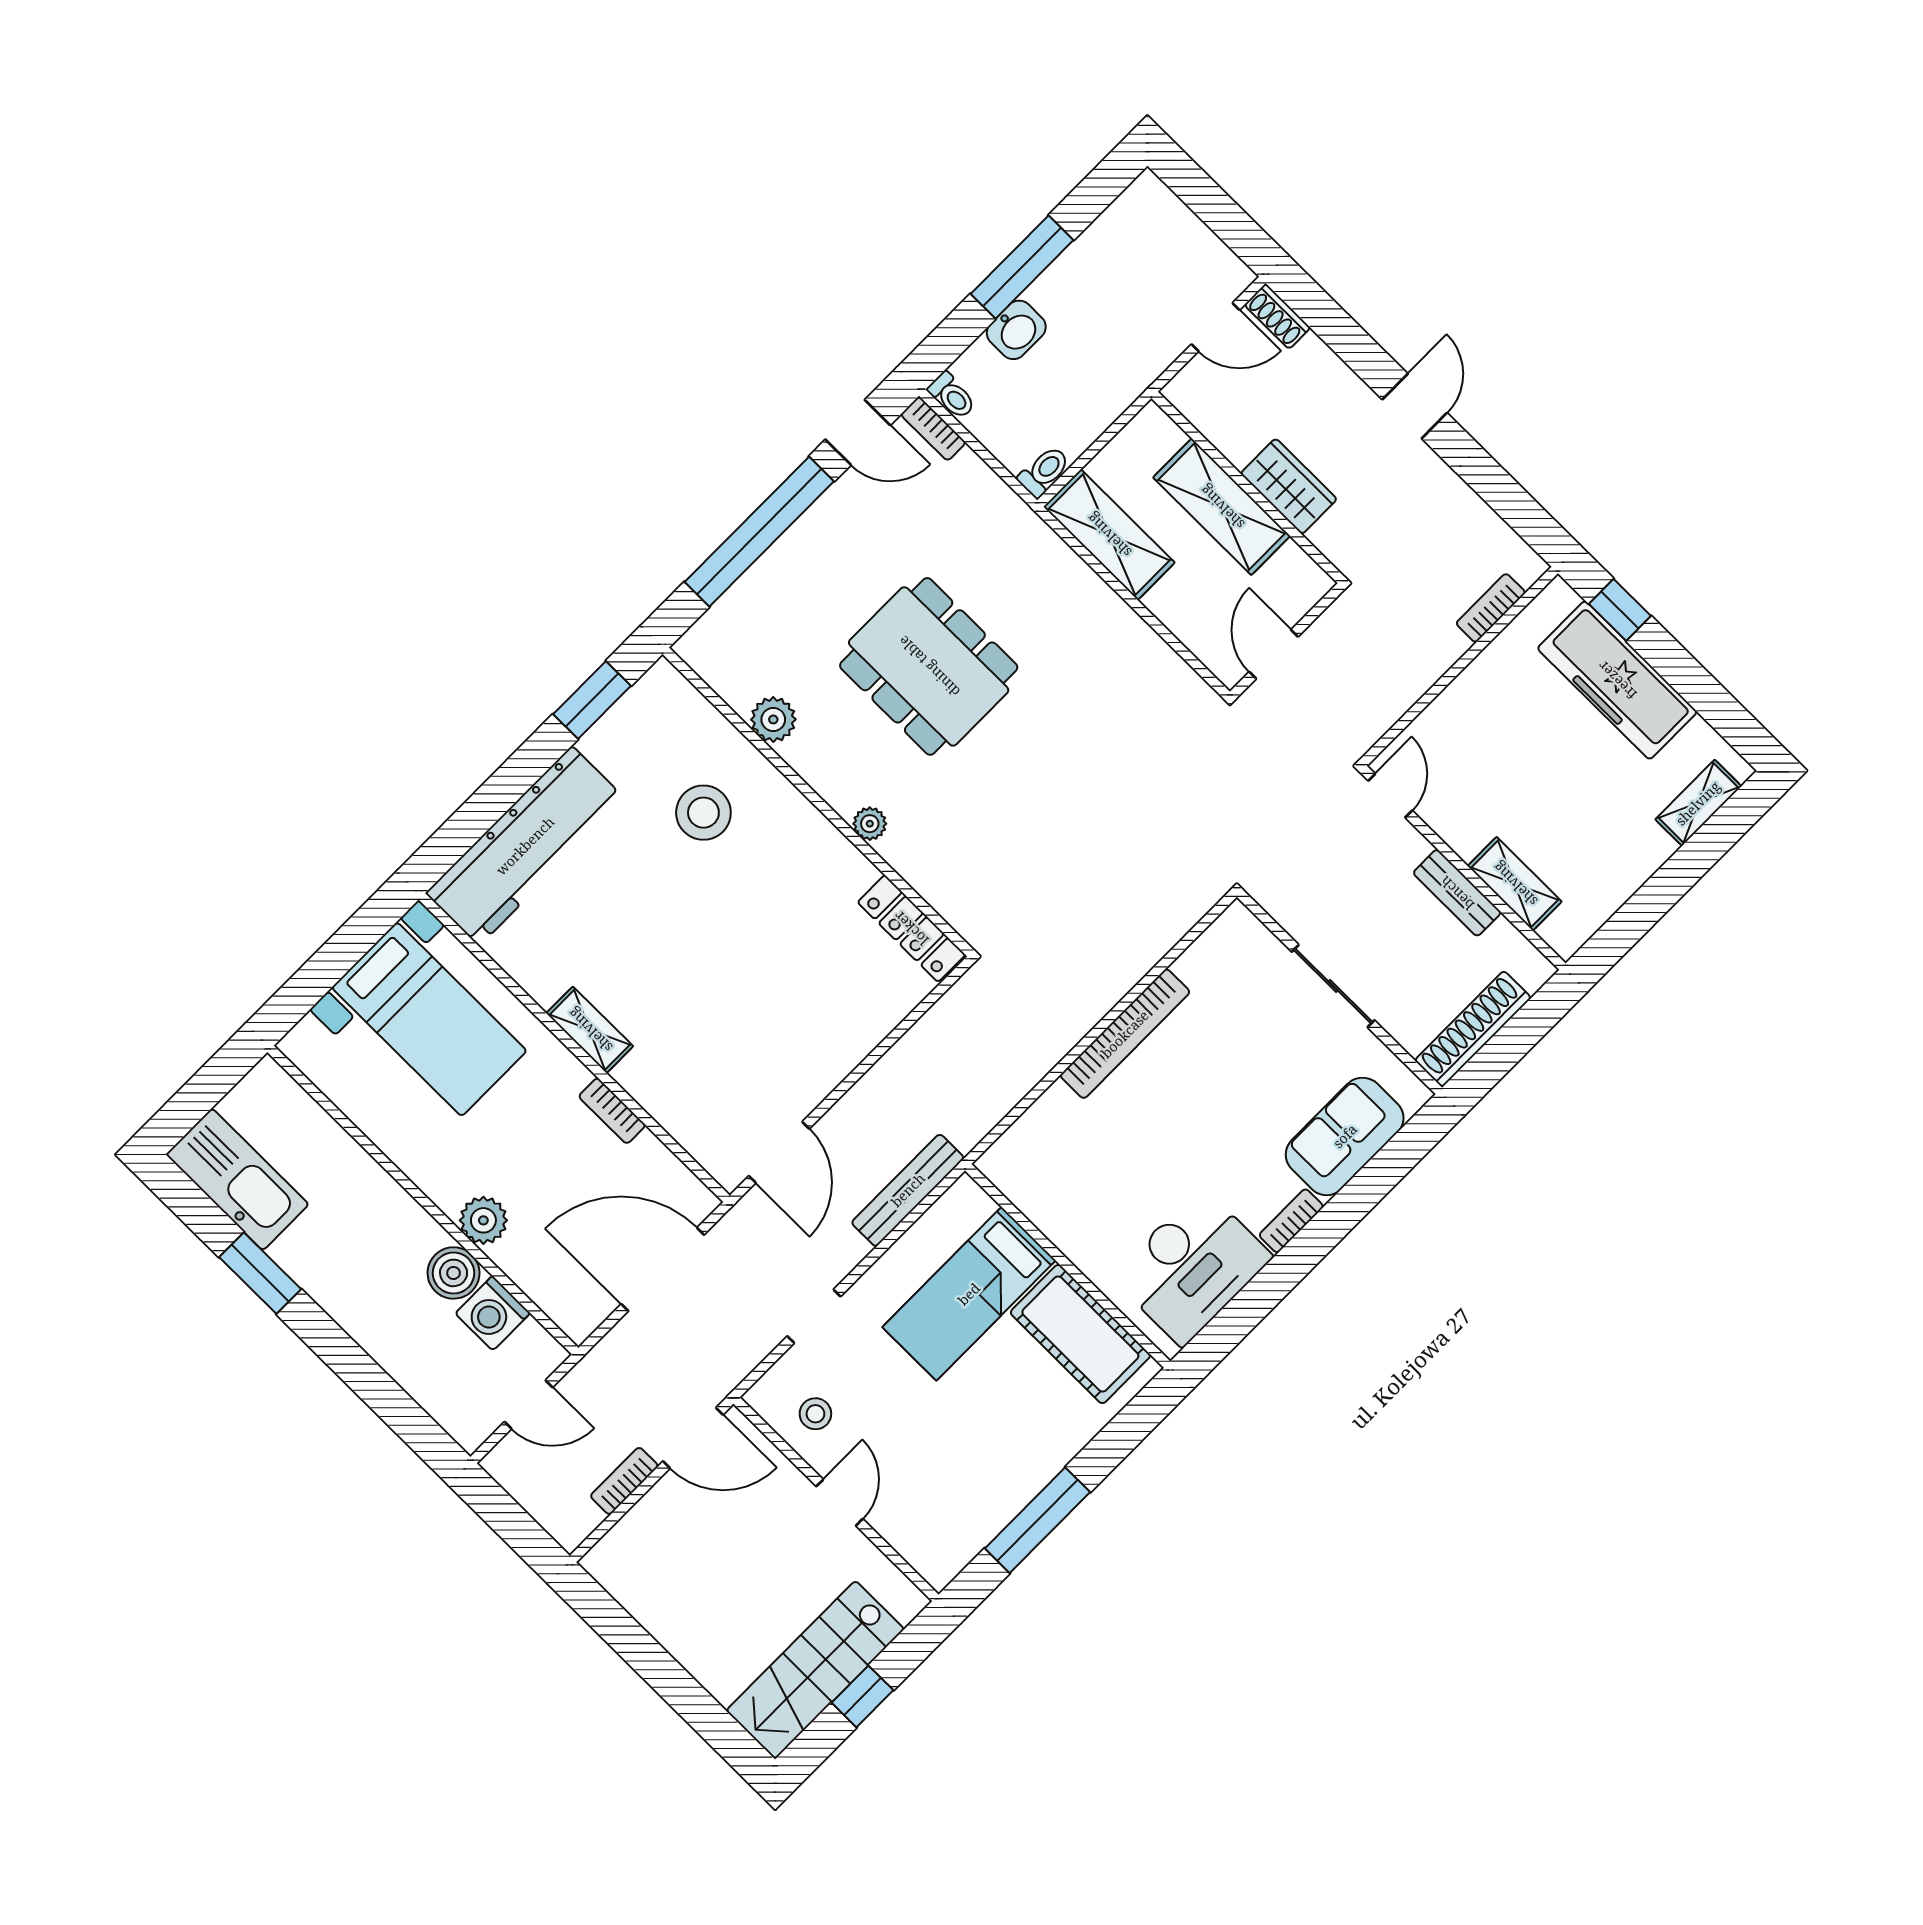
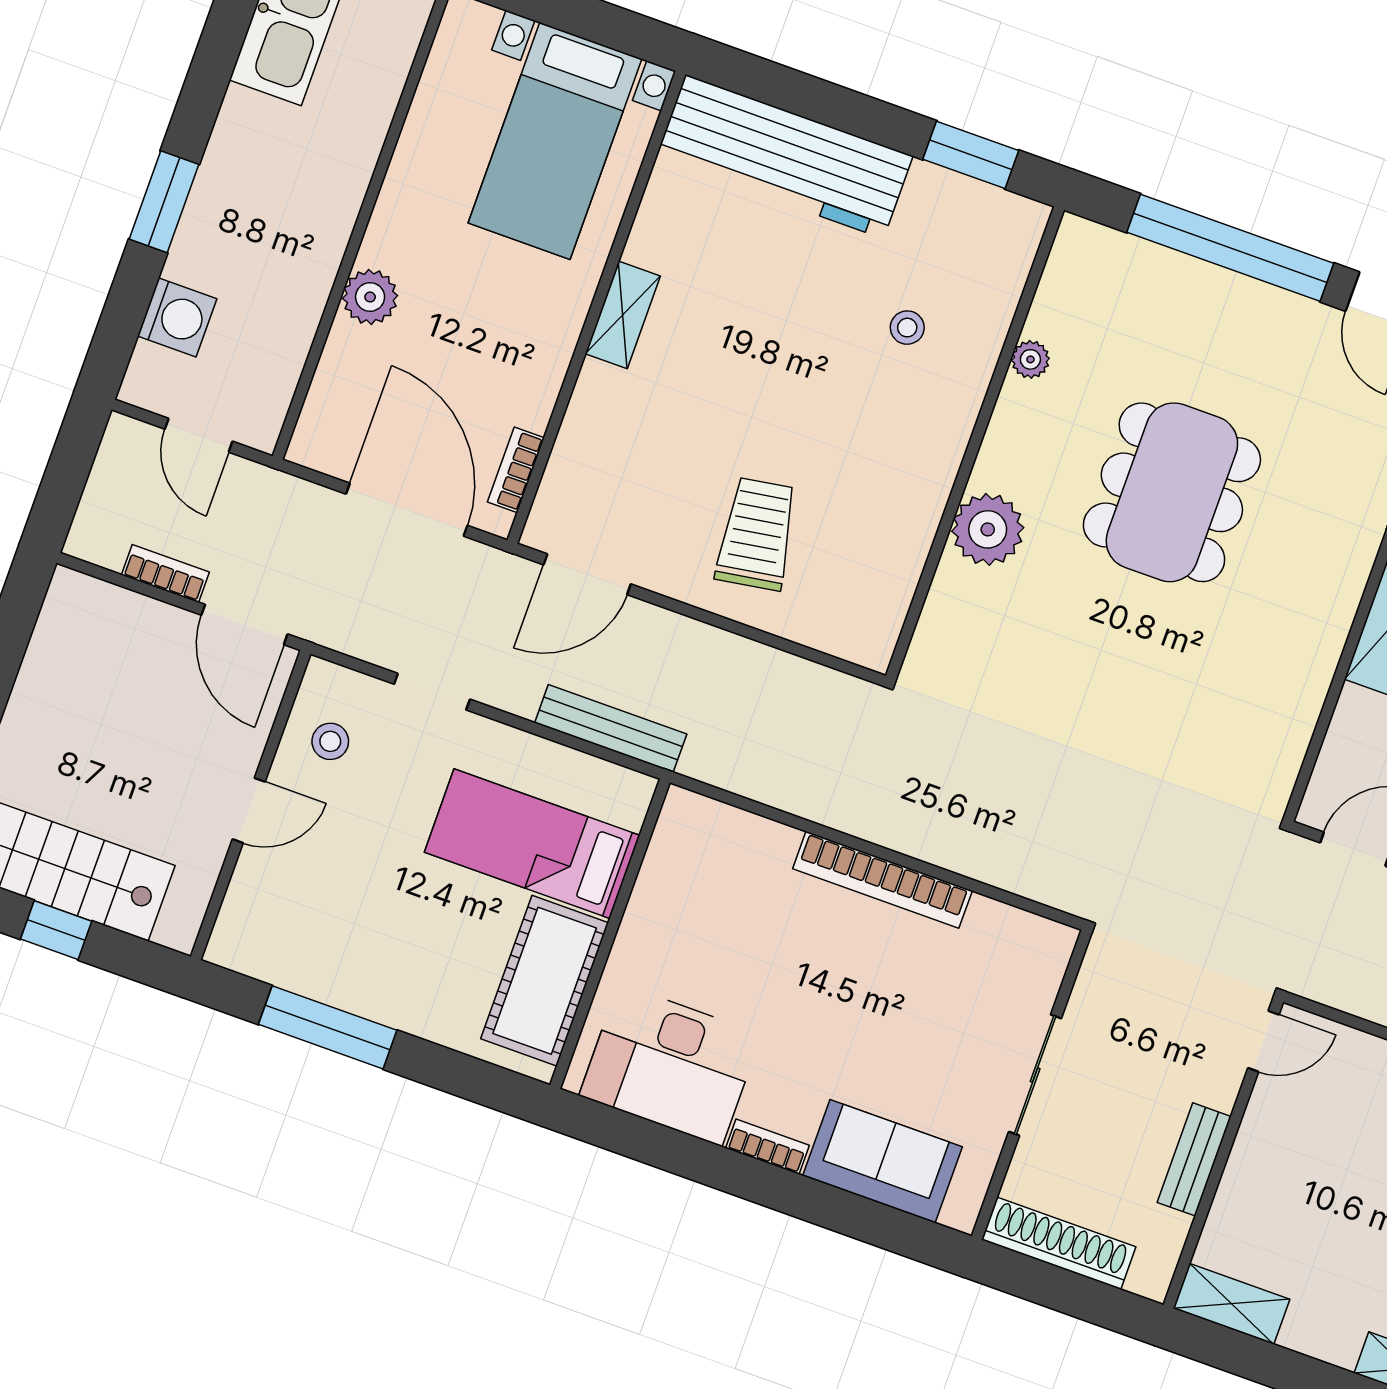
plant: (773, 719) -> (1030, 359), width x0.73, depth x0.73
stool: (703, 813) -> (907, 328), width x0.53, depth x0.53
plant: (870, 824) -> (988, 529), width x1.87, depth x1.87
shelving: (1515, 884) -> (1232, 1304), moved, turned 90
locker: (911, 928) -> (888, 603), removed
trolley: (810, 1005) -> (757, 534), added
bookcase: (612, 1111) -> (516, 470), moved
window: (260, 1273) -> (164, 202), moved
boiler: (454, 1273) -> (300, 291), removed
washing machine: (493, 1313) -> (177, 317), moved, turned 180

